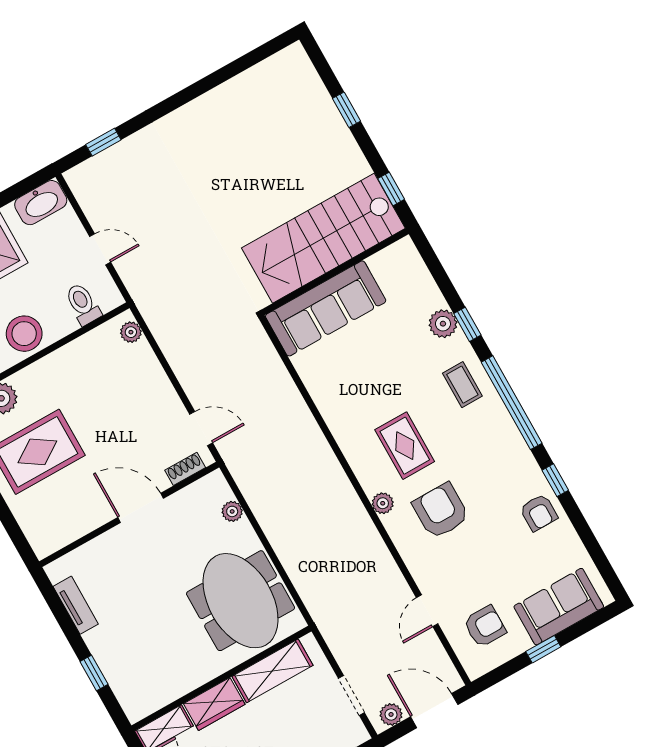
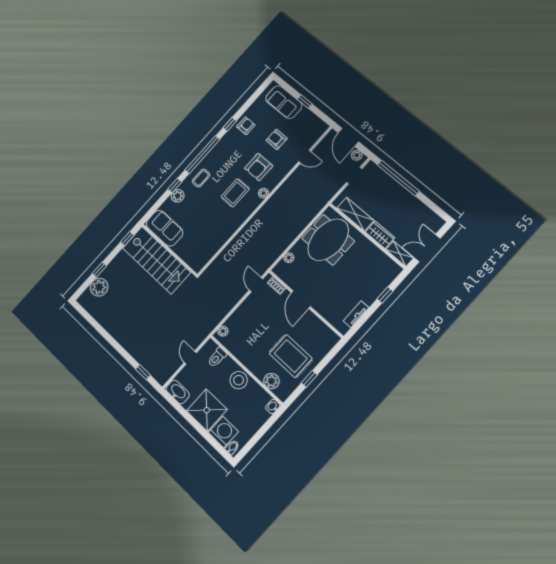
plant: (310, 99) -> (99, 287), added
sofa: (326, 308) -> (165, 228), moved, width x0.73
armchair: (485, 626) -> (277, 139), moved

